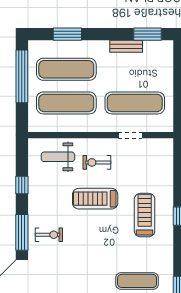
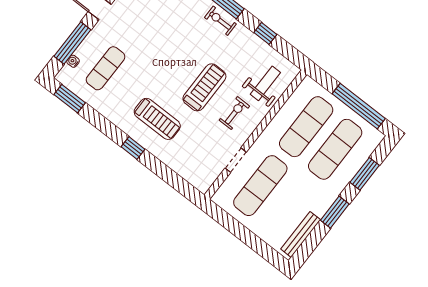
window: (147, 34) -> (335, 212), moved
bench: (126, 46) -> (301, 234), moved, width x1.36
exercise bike: (49, 235) -> (220, 21), moved, turned 90

